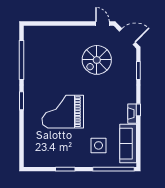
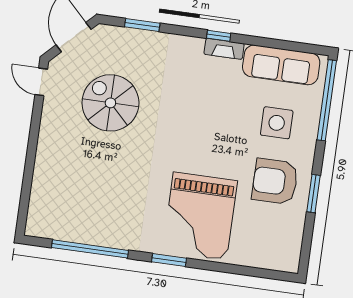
door: (102, 23) -> (41, 82), hinge flipped
spiral stairs: (97, 60) -> (110, 103), turned 180
grand piano: (63, 112) -> (200, 216), moved
armchair: (69, 149) -> (275, 181), added

